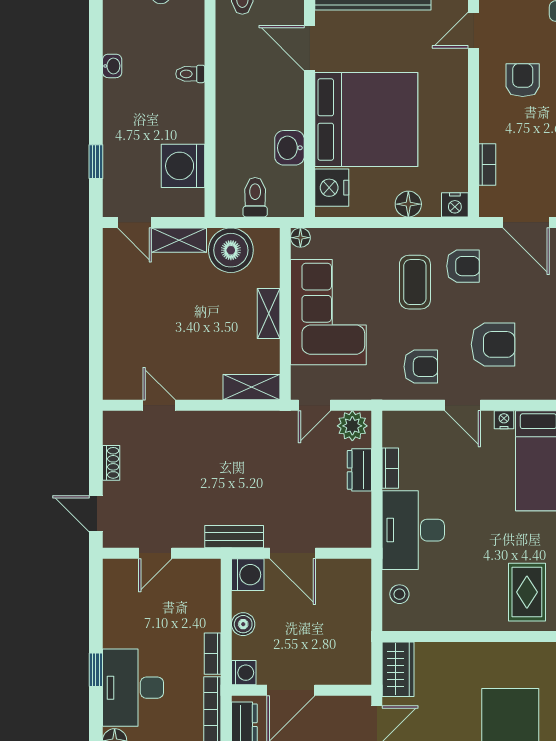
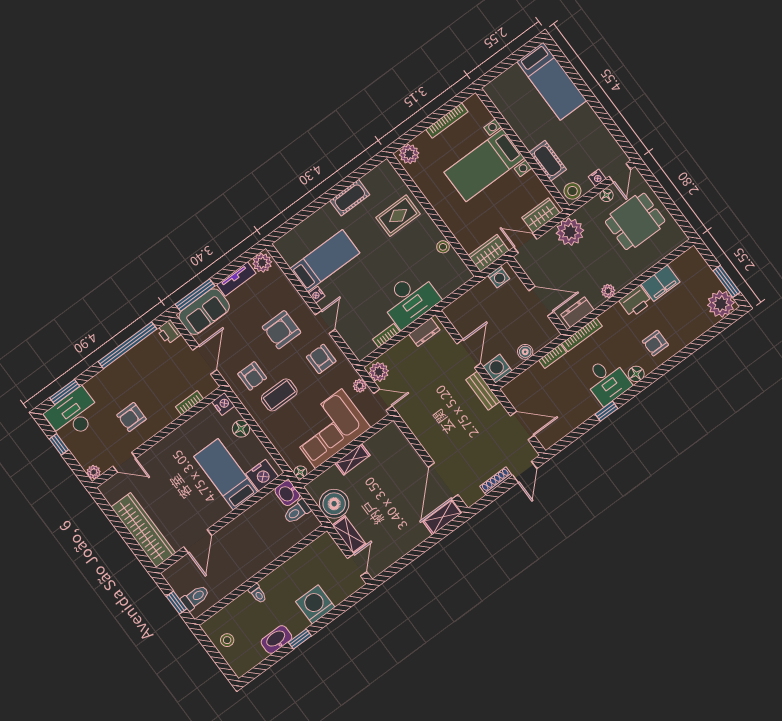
washbasin: (112, 66) -> (276, 640), width x1.91, depth x1.45
bed: (366, 120) -> (226, 474), width x0.49
washbasin: (289, 148) -> (287, 493), moved, turned 90
window: (96, 162) -> (300, 639), moved
washing machine: (183, 166) -> (315, 604), moved, turned 180
armchair: (463, 266) -> (252, 376), turned 180
armchair: (493, 344) -> (281, 330), turned -90
shelving: (252, 387) -> (443, 517), moved, turned 90
plant: (353, 390) -> (360, 386), added
door: (159, 405) -> (443, 481), width x1.88
shoe rack: (111, 463) -> (496, 481), width x1.43
dresser: (359, 470) -> (424, 332), moved
door: (155, 553) -> (522, 426), width x1.38
stool: (399, 594) -> (443, 247), moved
washing machine: (244, 673) -> (499, 277), moved, turned 180
desk: (133, 688) -> (607, 381), width x0.73

